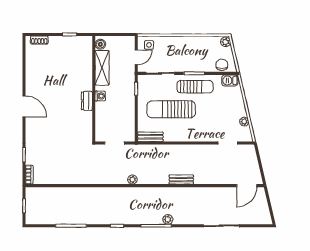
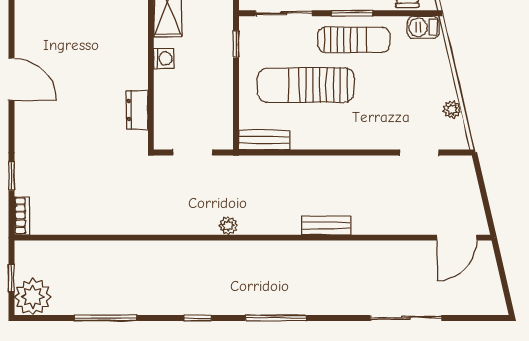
dresser: (87, 101) -> (137, 110), moved
plant: (168, 219) -> (33, 297), moved, width x1.88, depth x1.88

